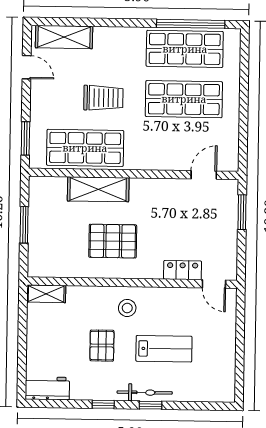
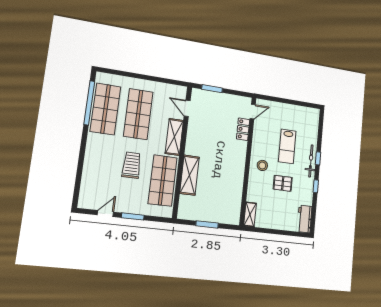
shelving: (64, 37) -> (174, 137), moved
window: (25, 138) -> (133, 216), moved
pallet: (113, 241) -> (222, 170), removed
lab bench: (164, 349) -> (287, 146), turned 180

